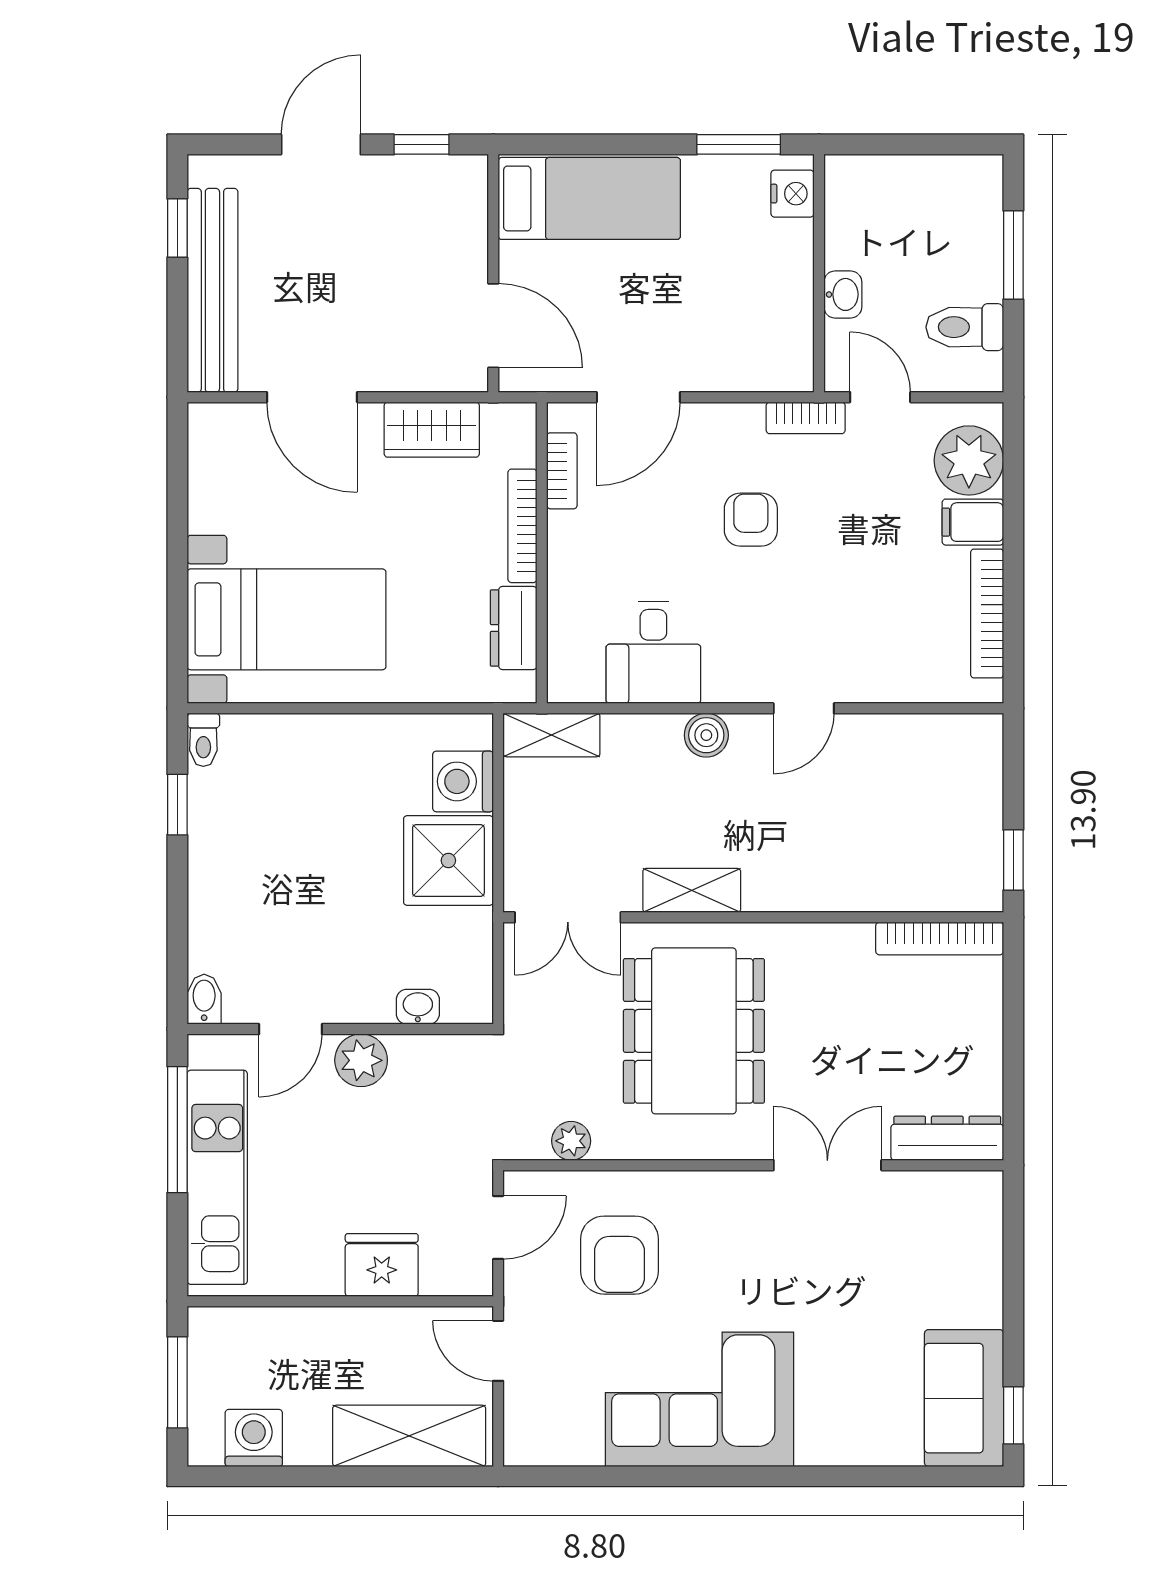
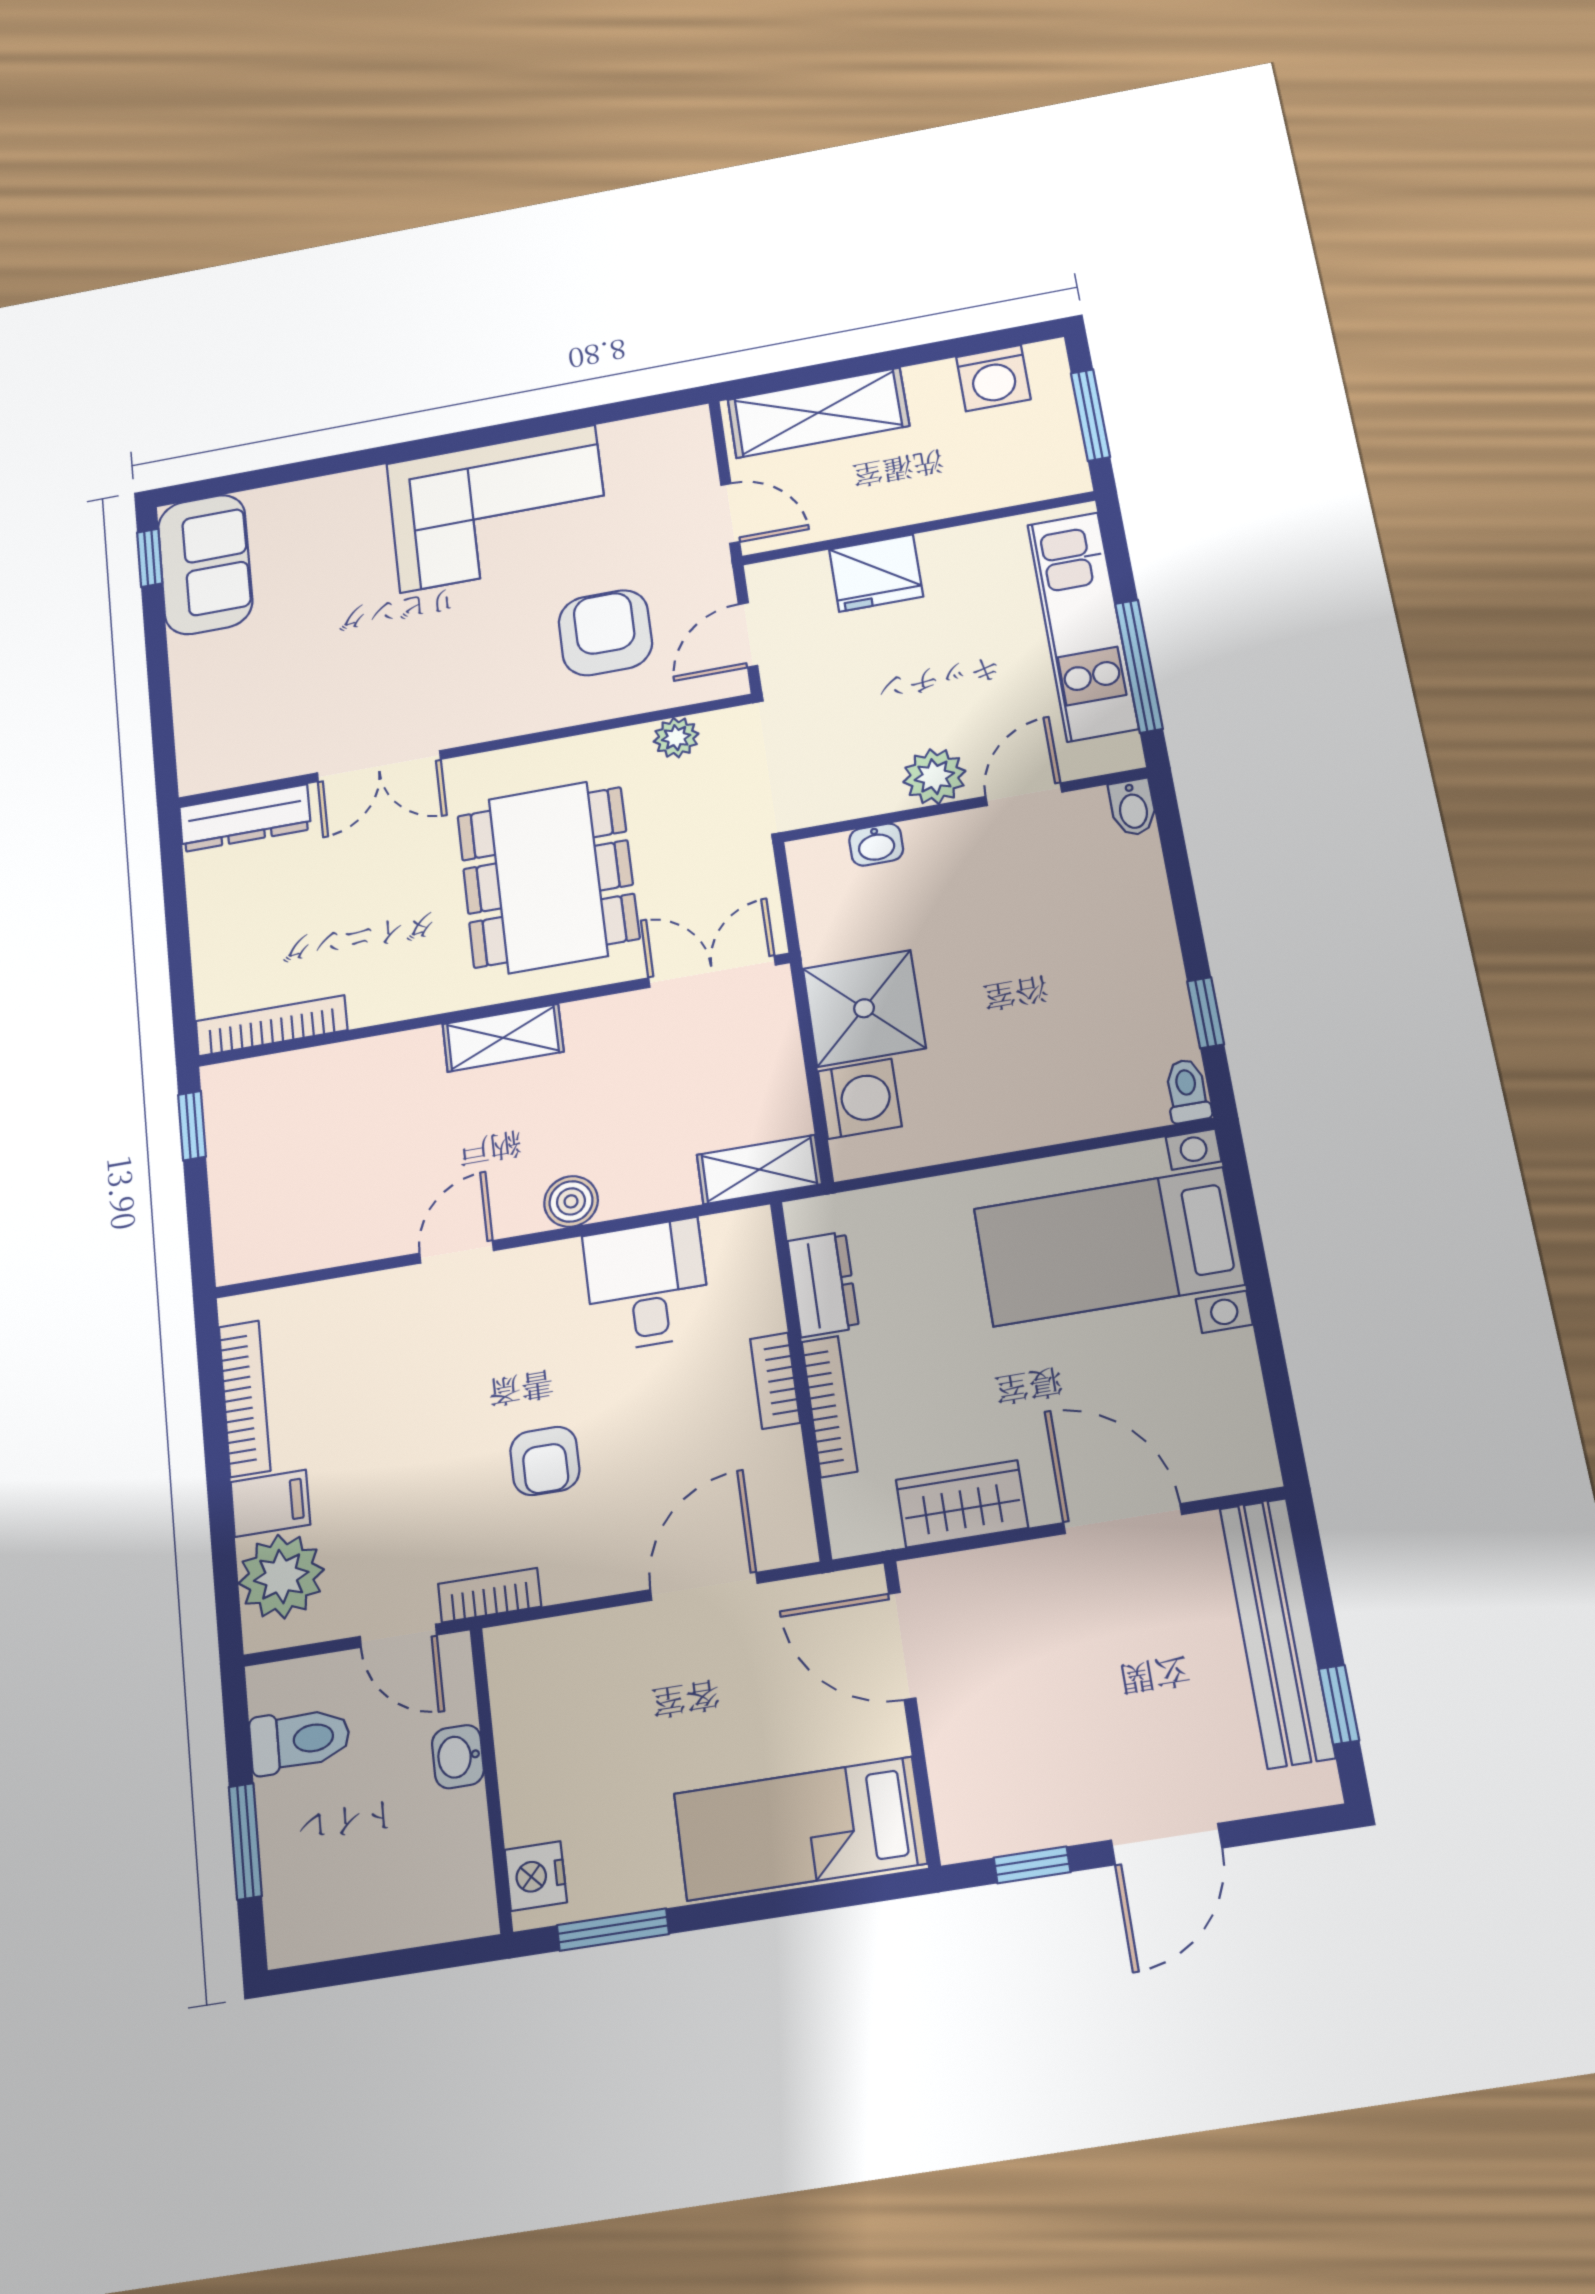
bookcase: (562, 471) -> (775, 1381), moved
shelving: (692, 890) -> (503, 1038), moved

